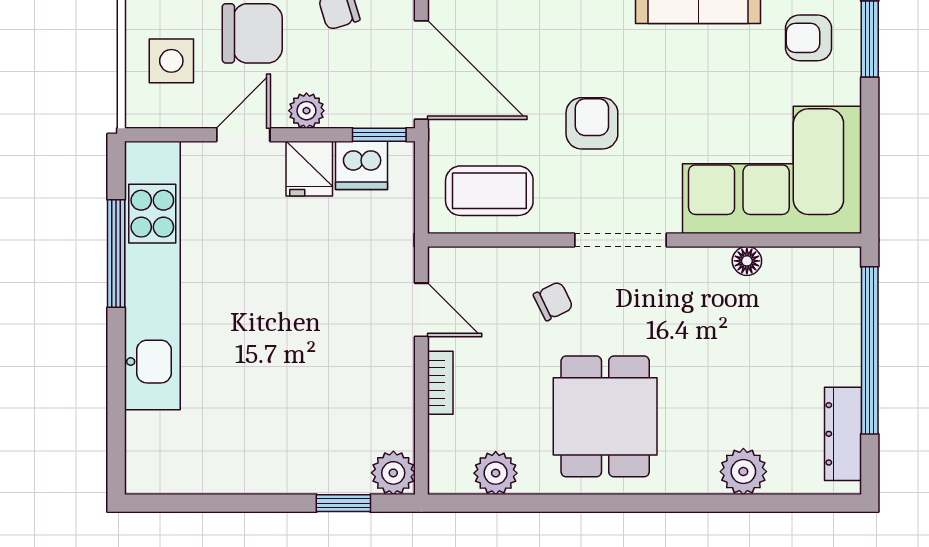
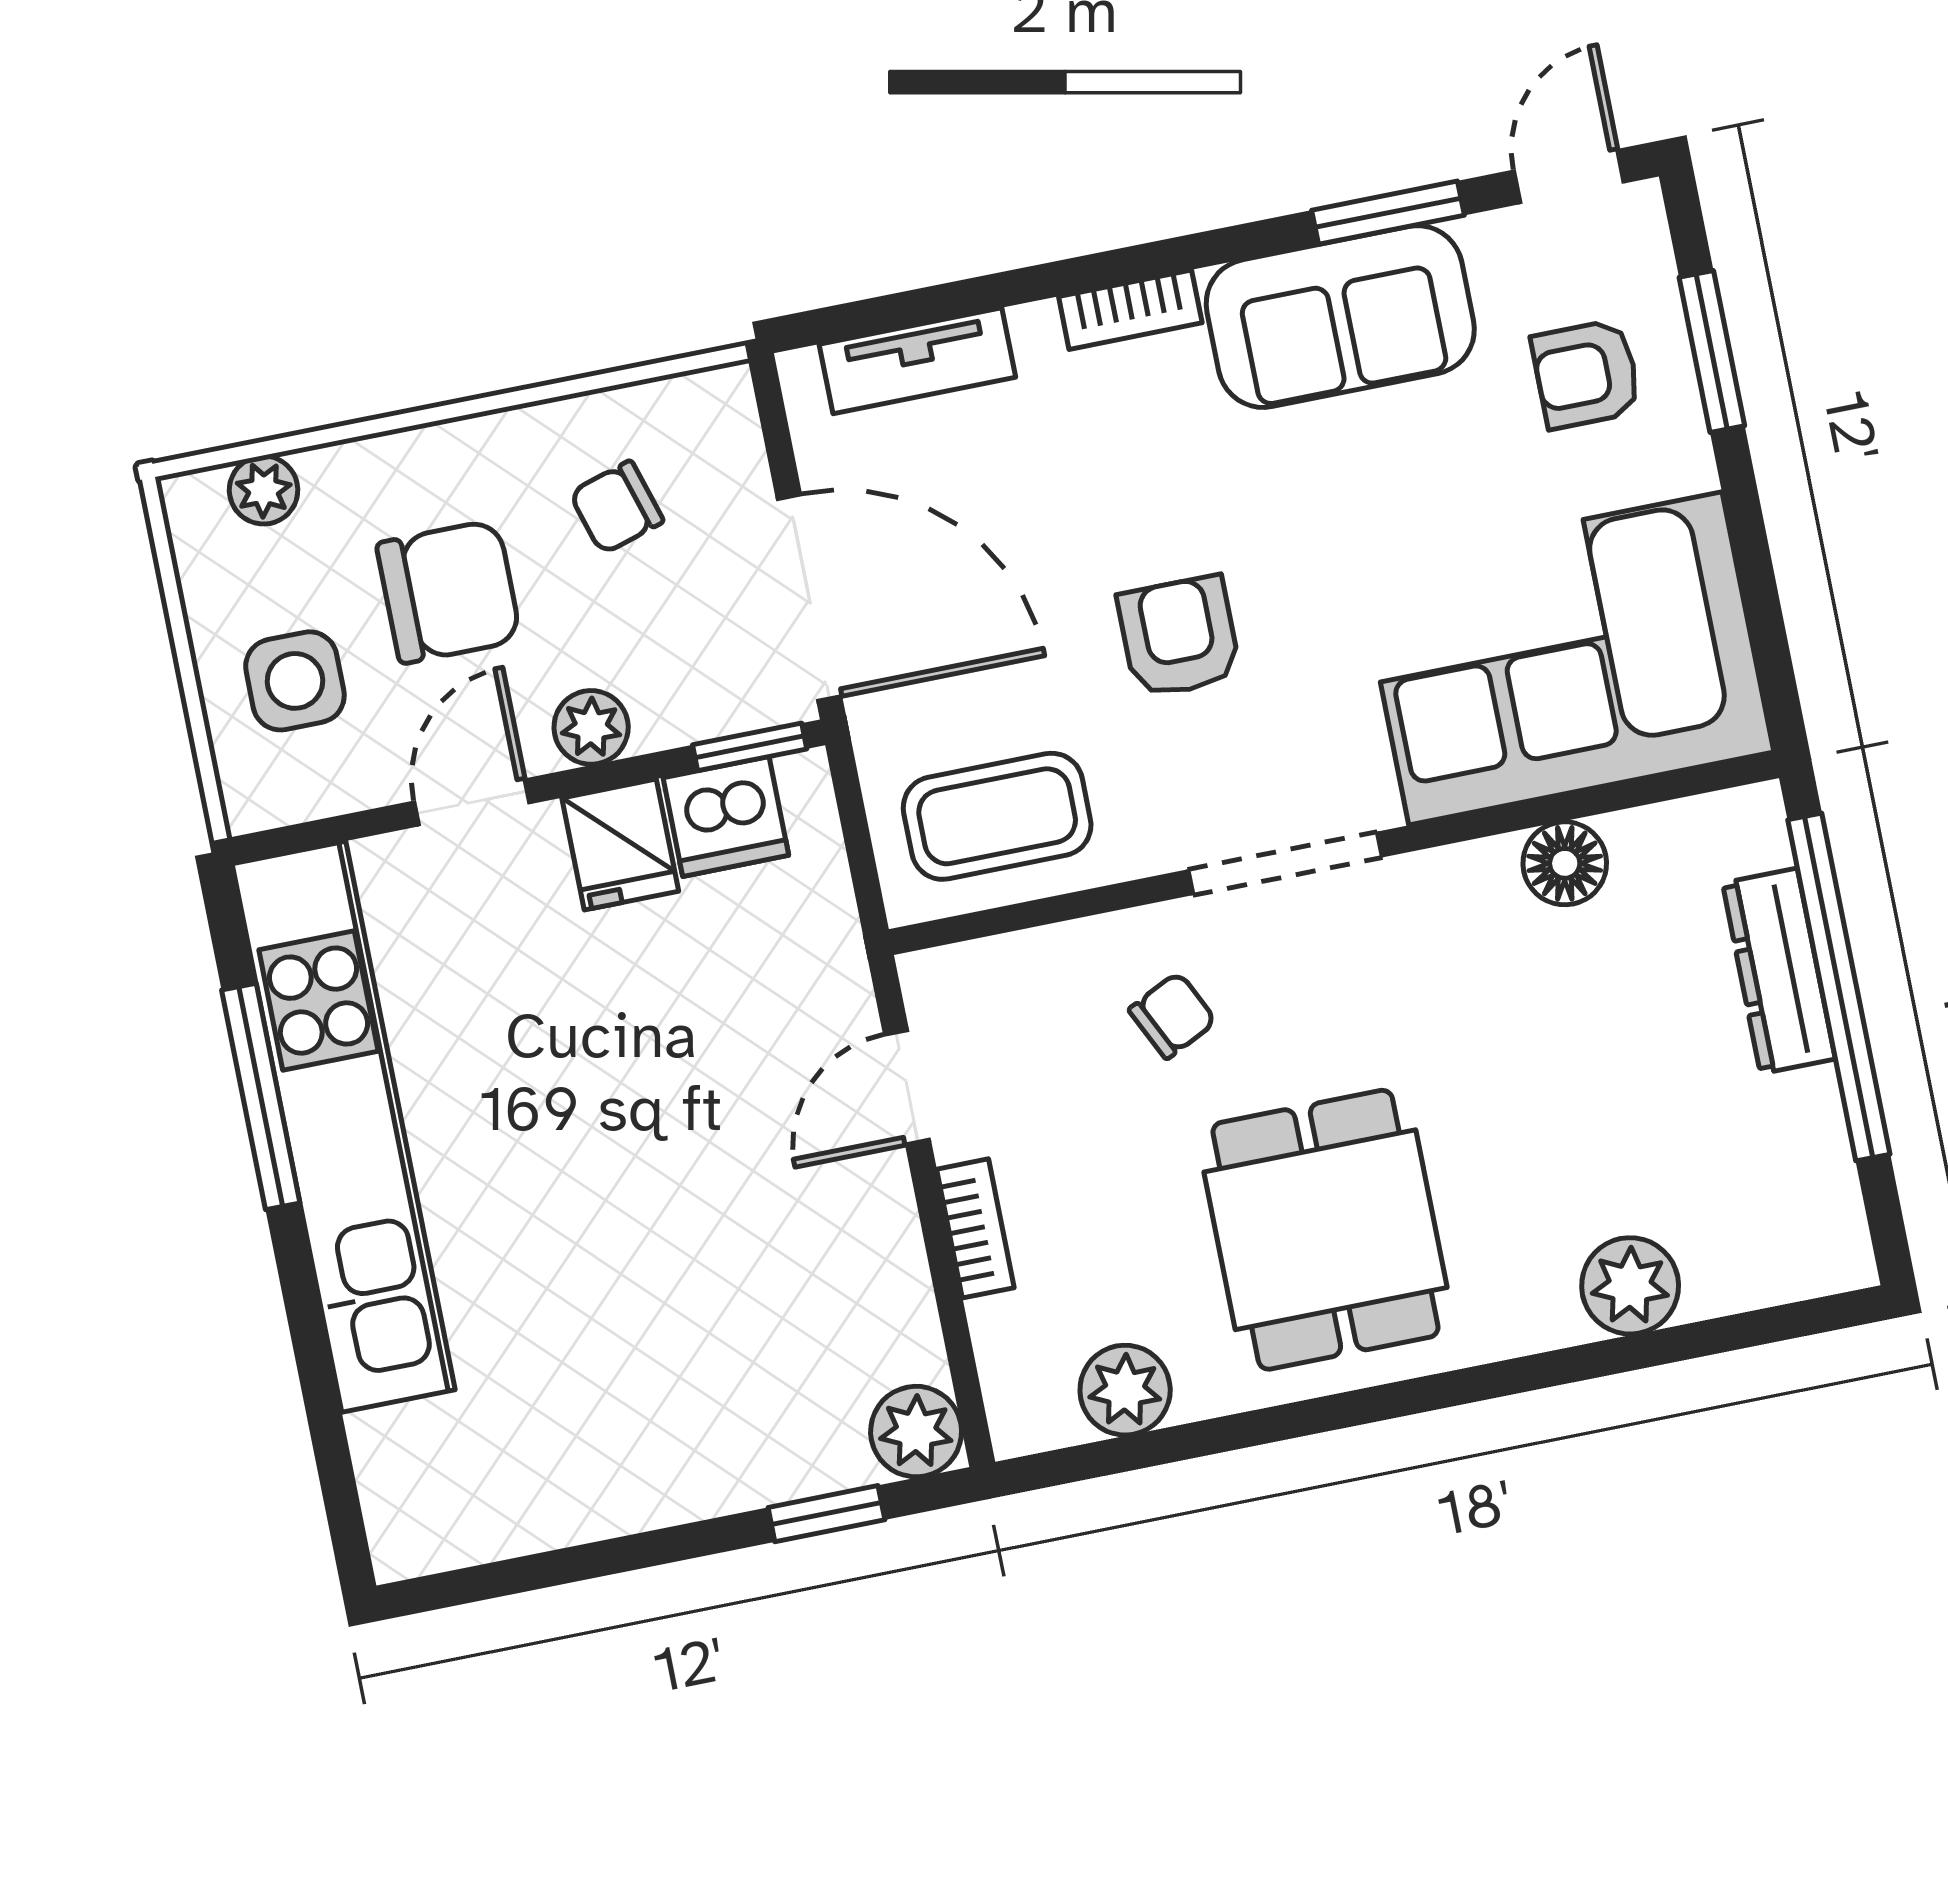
floor lamp: (747, 261) -> (1565, 863), width x1.37, depth x1.37
door: (421, 310) -> (907, 1087), swing flipped
dresser: (843, 434) -> (1779, 971), moved

